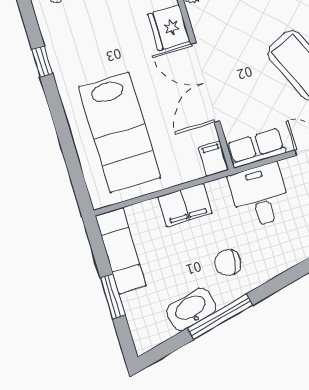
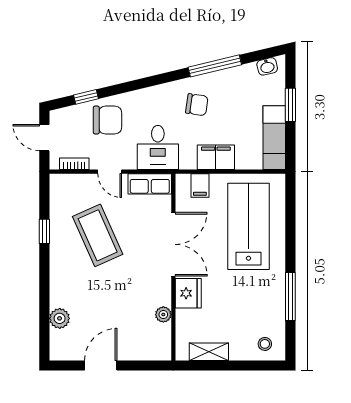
window: (42, 61) -> (290, 297), width x2.17
filing cabinet: (213, 159) -> (200, 185), moved
washbasin: (191, 309) -> (267, 66), moved, width x0.52, depth x0.69

